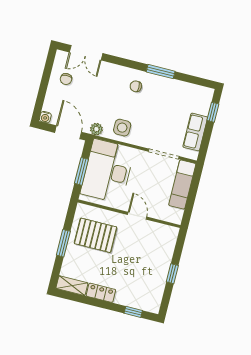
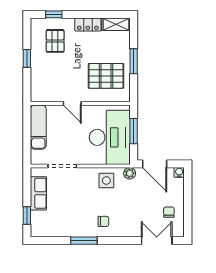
exam couch: (182, 185) -> (38, 127), moved
pallet: (139, 284) -> (55, 41), added

